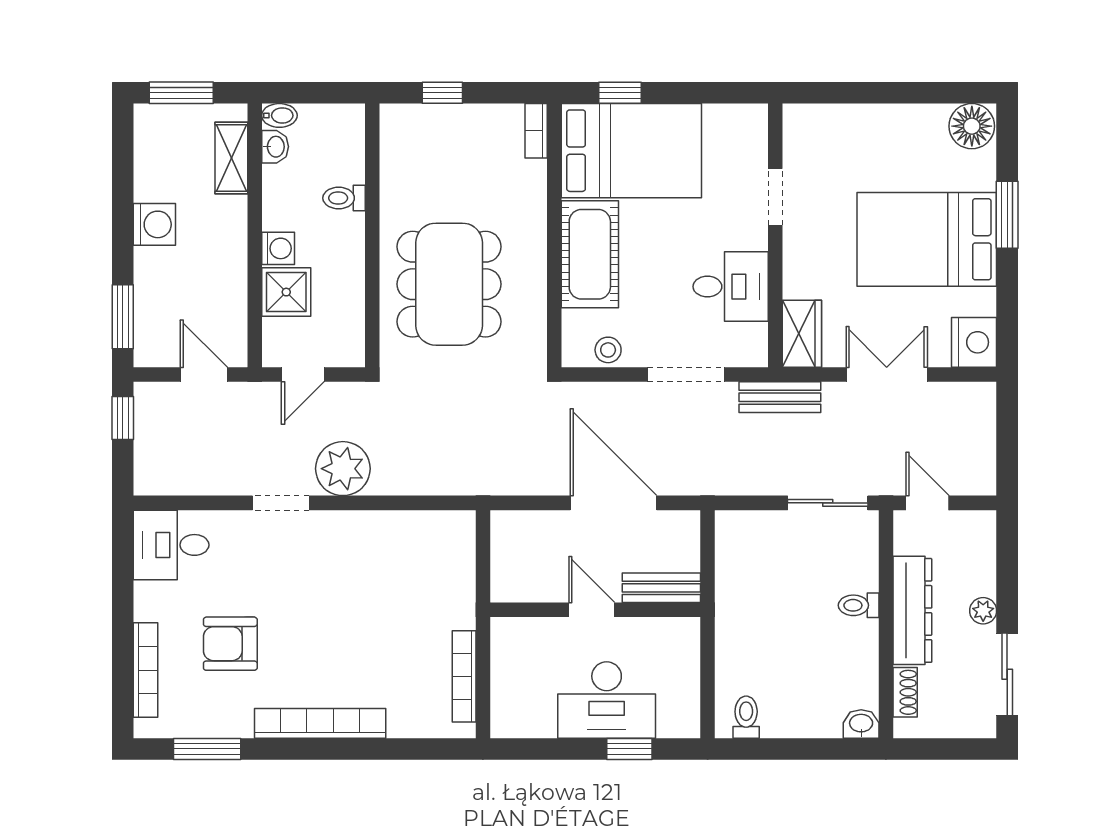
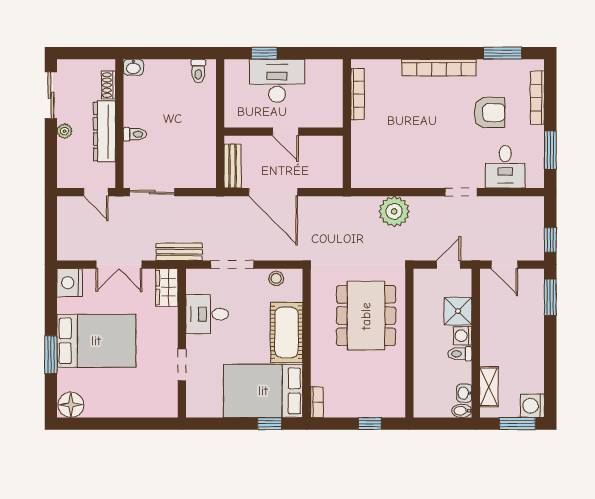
toilet: (344, 198) -> (460, 354), moved, turned 180
washing machine: (154, 224) -> (532, 406), moved
plant: (343, 469) -> (394, 211), moved
desk: (171, 545) -> (505, 167), moved, turned 90
window: (123, 577) -> (550, 150), added
bench: (661, 588) -> (232, 166), moved, turned 90

